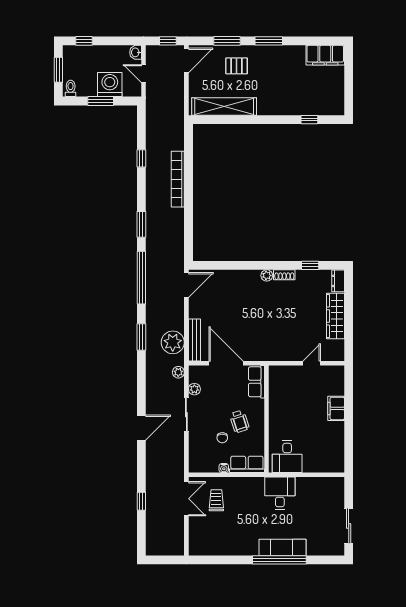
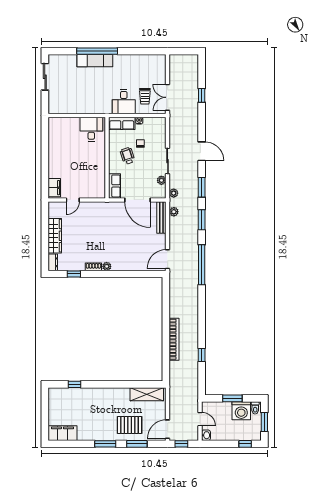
pallet: (237, 66) -> (130, 425), width x1.50, depth x1.42
washing machine: (110, 85) -> (241, 411), moved
shelving: (224, 106) -> (147, 394), width x0.68
window: (141, 224) -> (202, 187), moved
plant: (173, 342) -> (174, 212), width x0.53, depth x0.53
filing cabinet: (336, 408) -> (54, 188), moved
door: (141, 428) -> (202, 151), swing flipped
desk: (280, 493) -> (124, 102), moved

